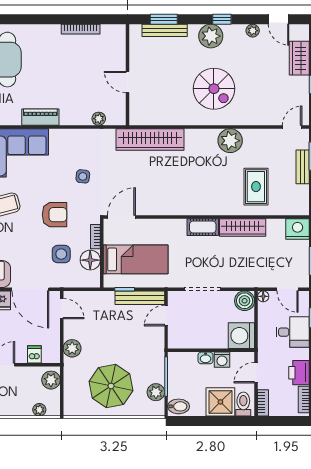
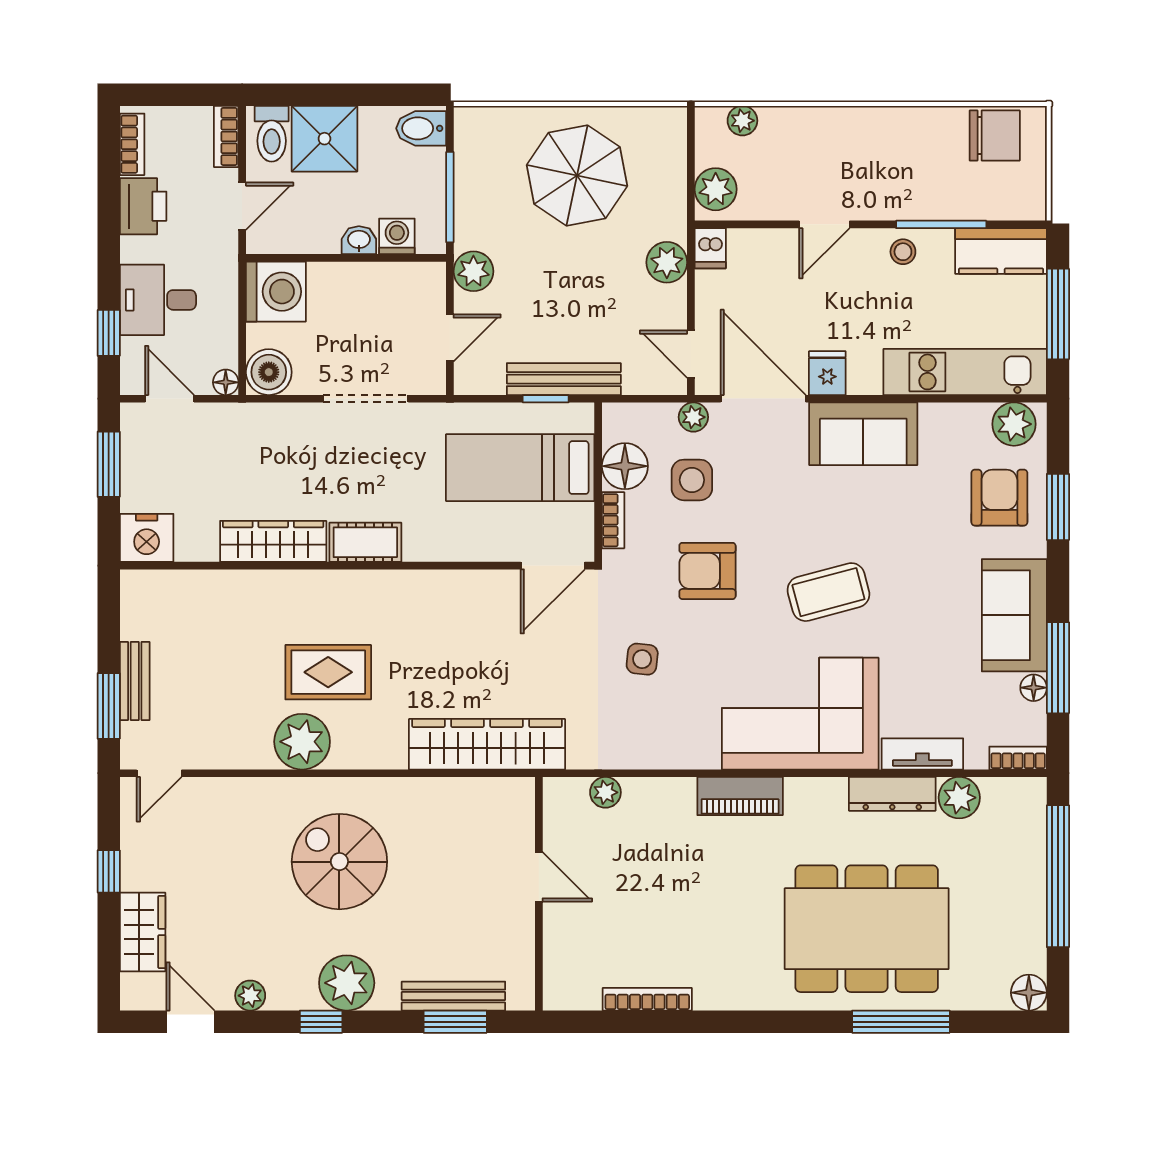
rug: (256, 187) -> (328, 672), moved, turned 90
plant: (61, 281) -> (693, 417), added
bench: (140, 298) -> (564, 379), moved
dishwasher: (34, 354) -> (710, 248), moved
washing machine: (222, 360) -> (397, 236), moved
plant: (156, 392) -> (473, 271), moved

